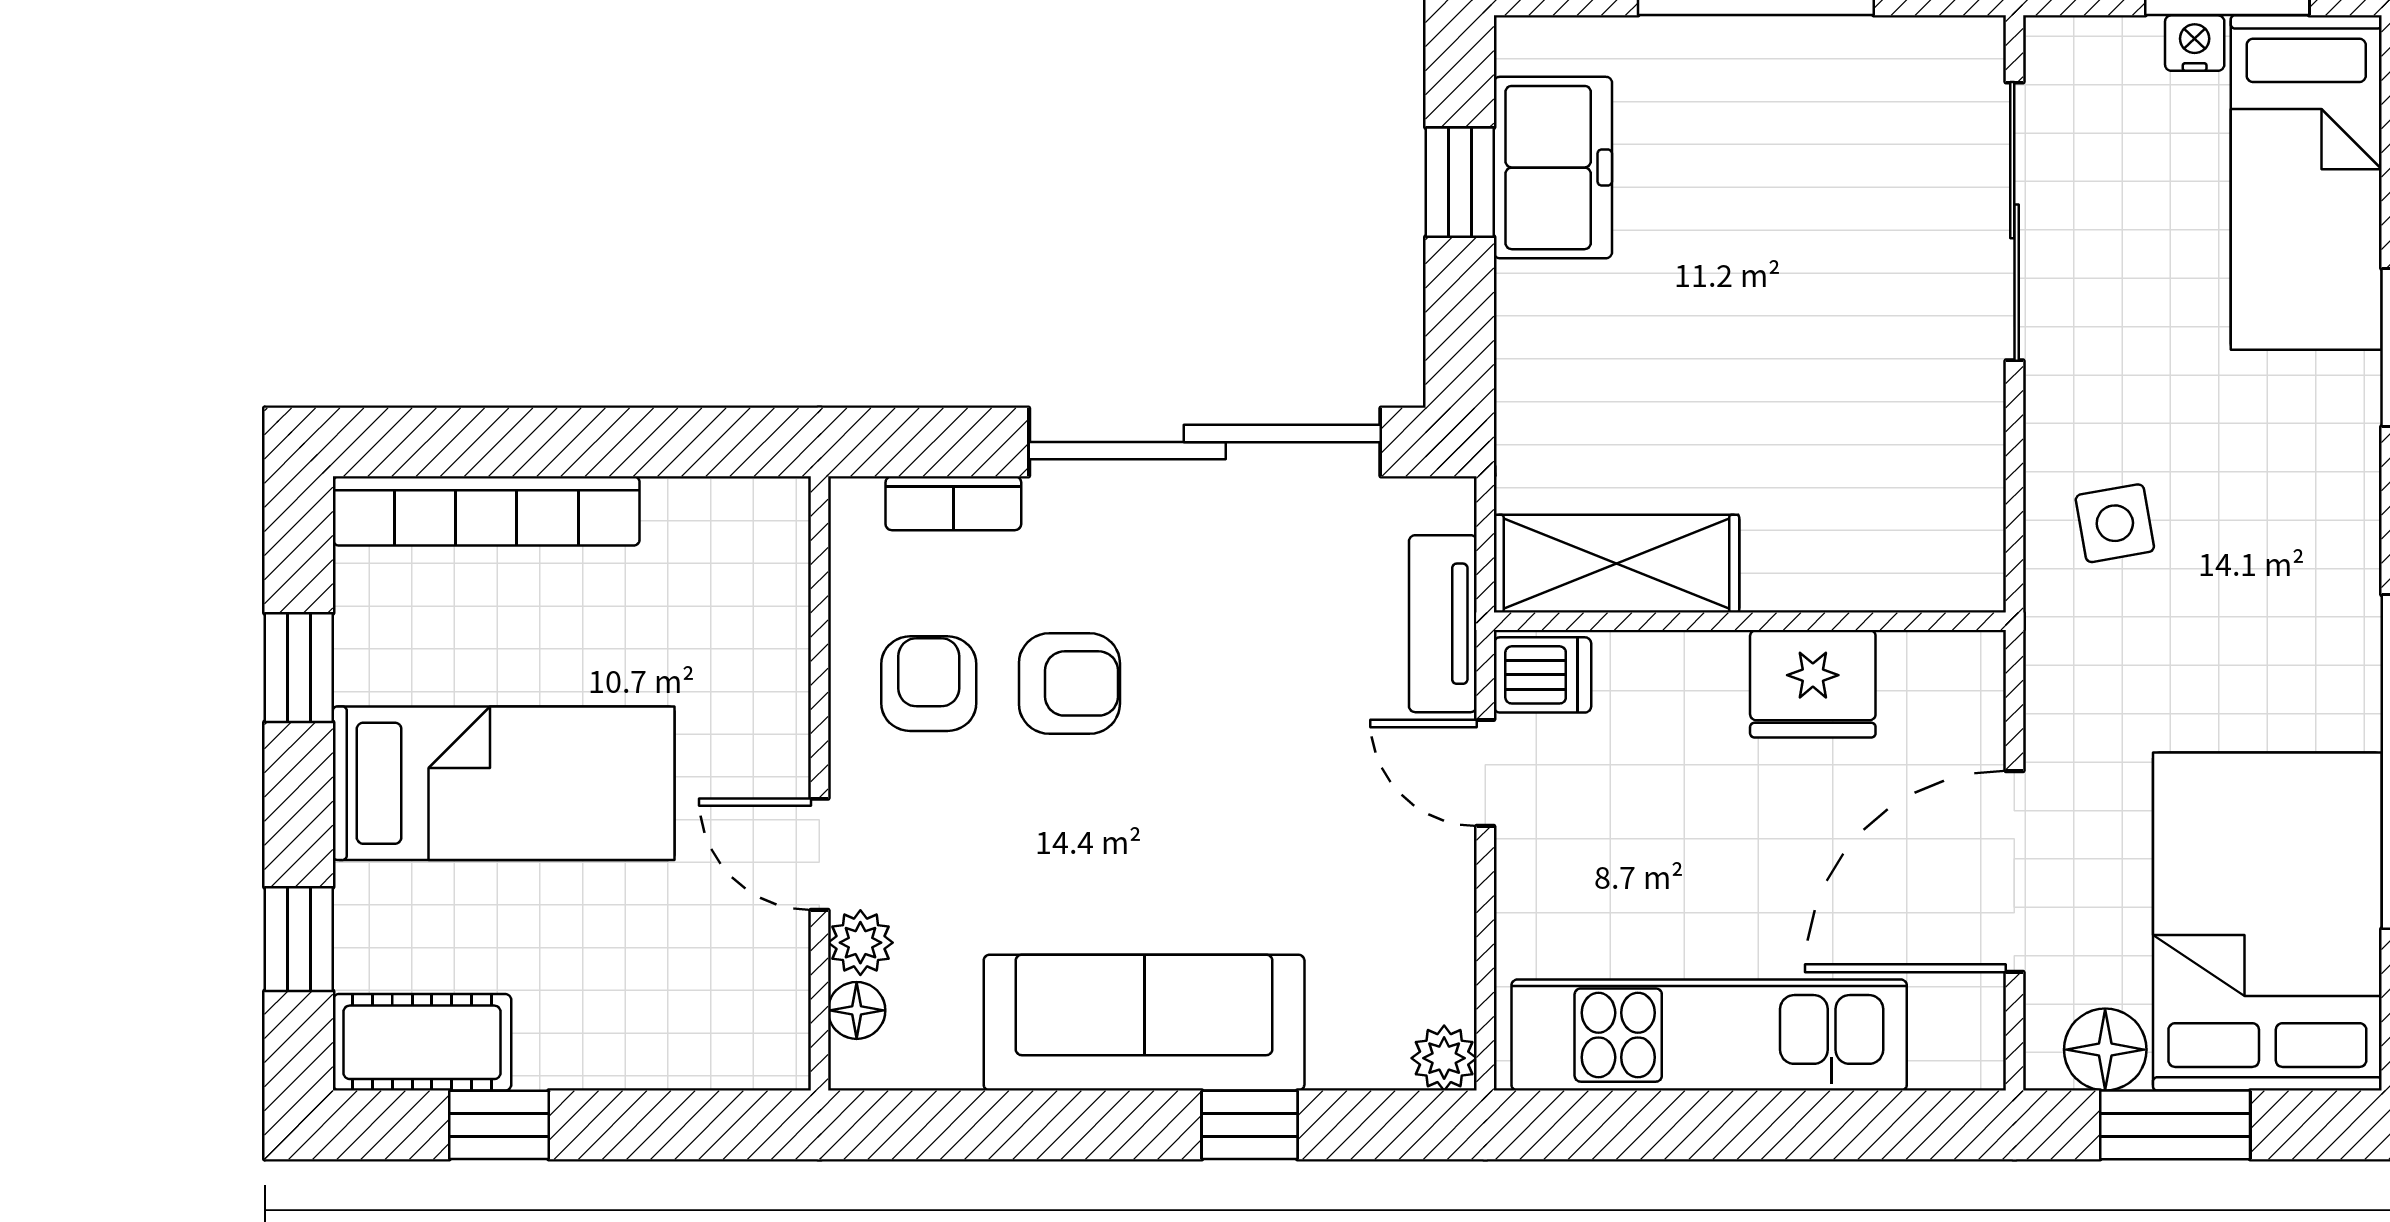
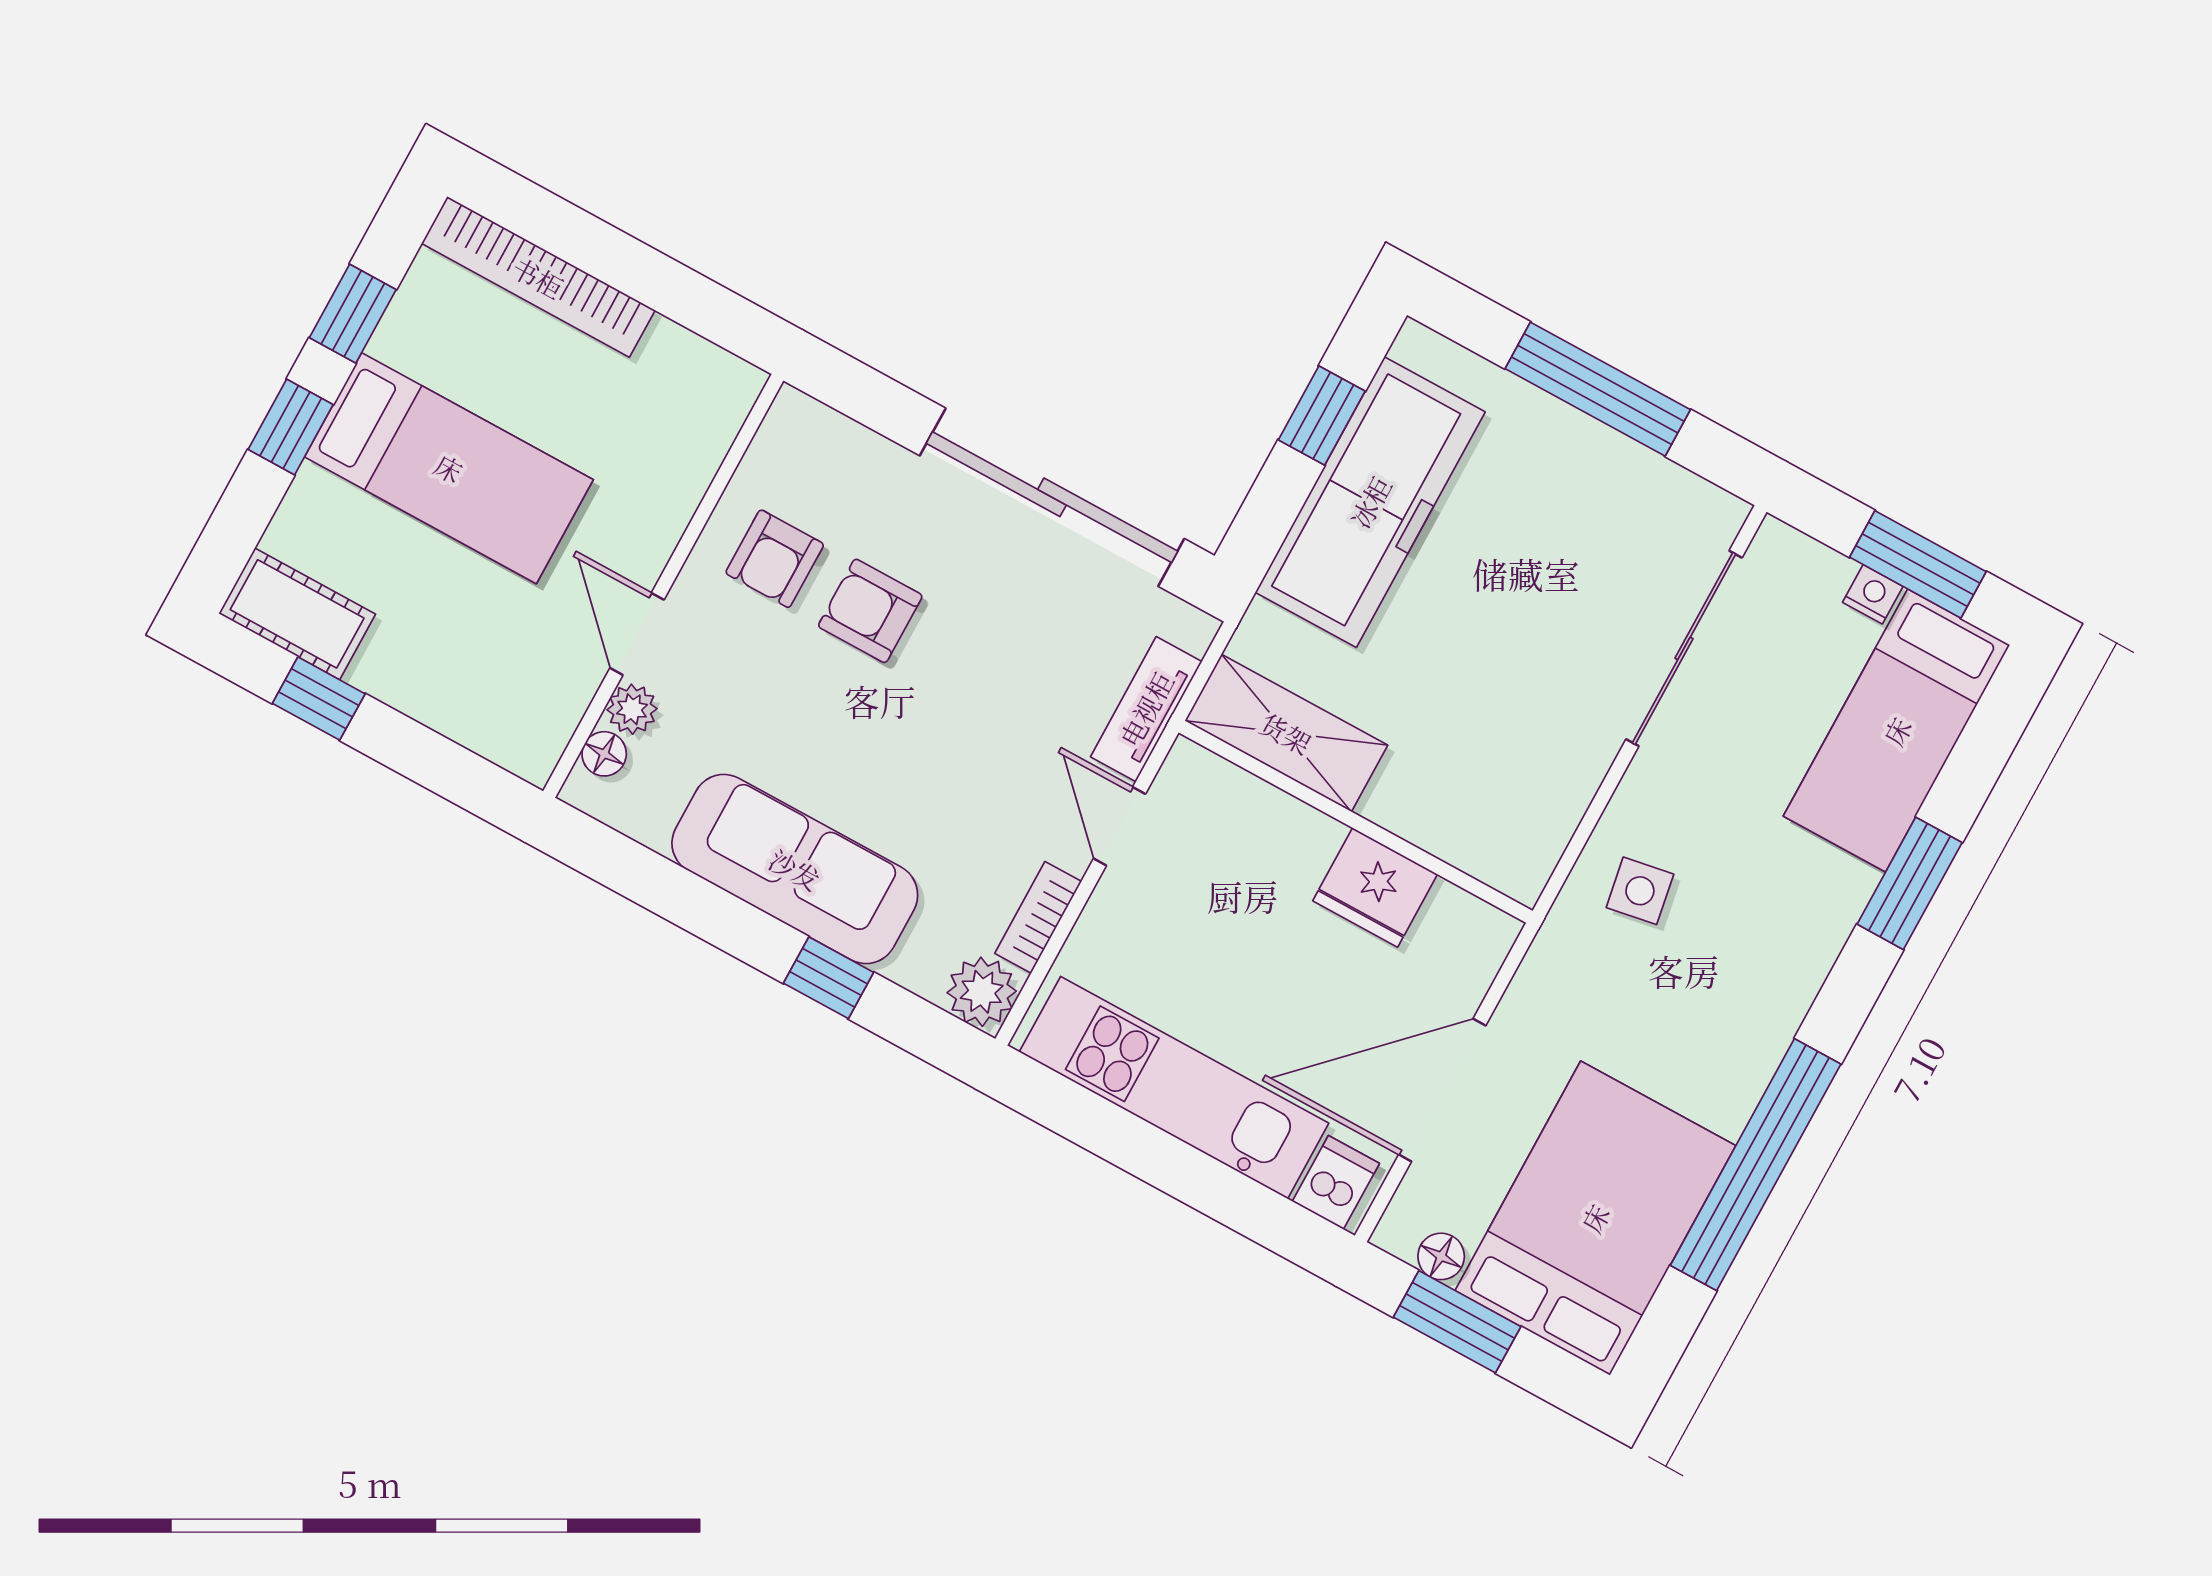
freezer: (1553, 168) -> (1370, 502), width x1.91, depth x1.26
bookcase: (953, 503) -> (1038, 917), moved, turned 90
dishwasher: (1542, 675) -> (1336, 1182), moved, turned -90
armchair: (1069, 683) -> (870, 611), turned 180
armchair: (929, 684) -> (775, 559), turned 180
window: (299, 939) -> (291, 427), moved
floor lamp: (2105, 1050) -> (1441, 1256), width x0.73, depth x0.73
plant: (1444, 1058) -> (982, 992), width x1.38, depth x1.38

